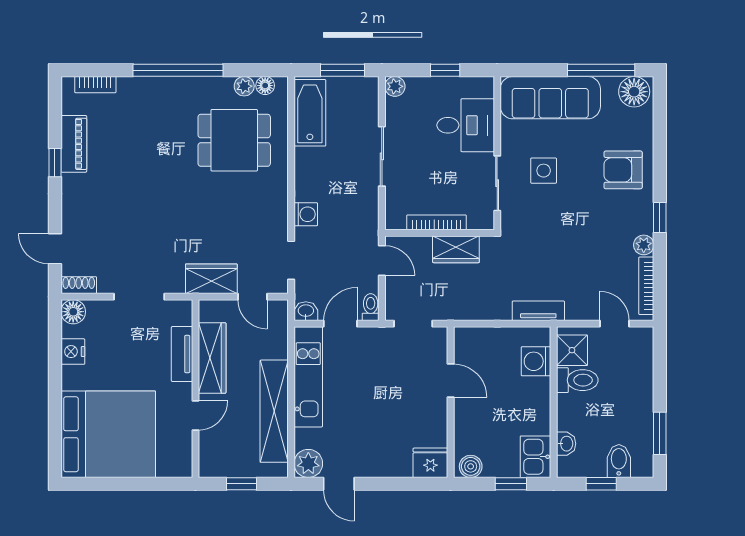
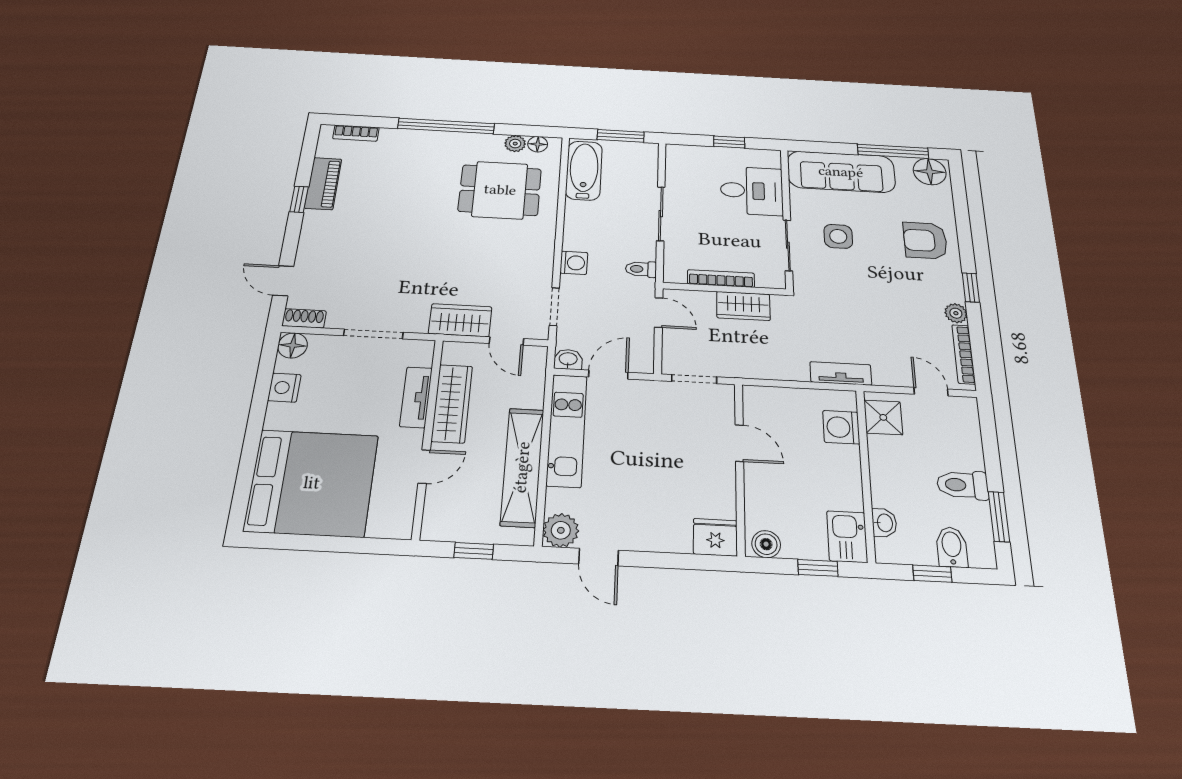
plant: (395, 86) -> (676, 153), removed
toilet: (371, 307) -> (641, 269), moved, turned -90
toilet: (577, 380) -> (963, 485), moved, turned 180

